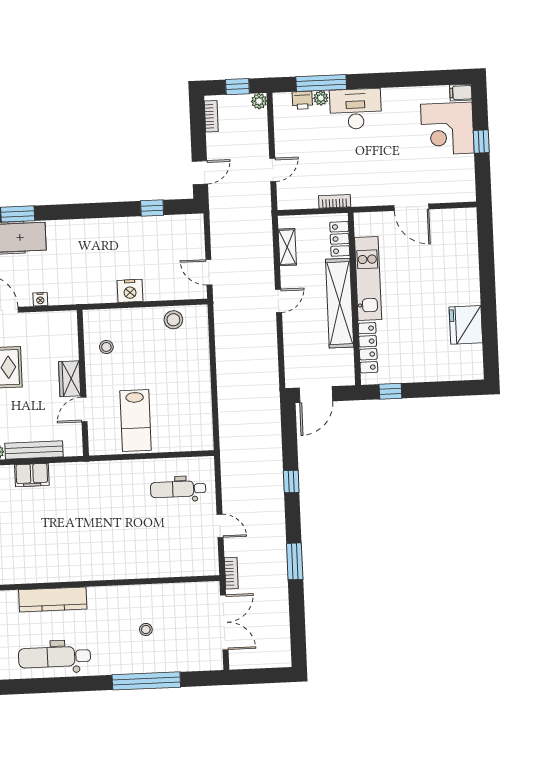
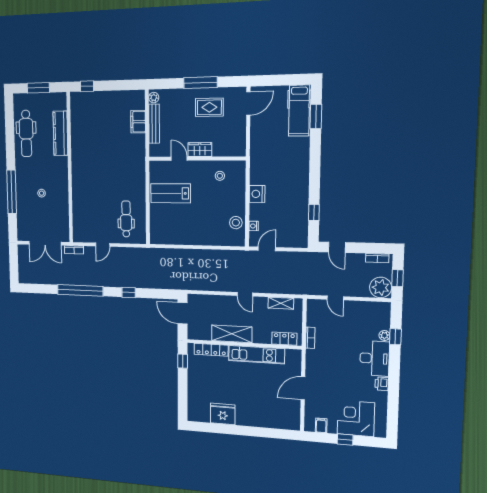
window: (321, 83) -> (395, 337), width x0.46
filing cabinet: (461, 93) -> (321, 425), moved
printer: (302, 100) -> (382, 384), moved
plant: (259, 101) -> (381, 287), width x1.88, depth x1.88
nightstand: (40, 299) -> (254, 226), moved
shelving: (340, 303) -> (232, 334), width x0.68
window: (295, 561) -> (80, 290), width x2.11
dental chair: (54, 657) -> (26, 133), turned 180

